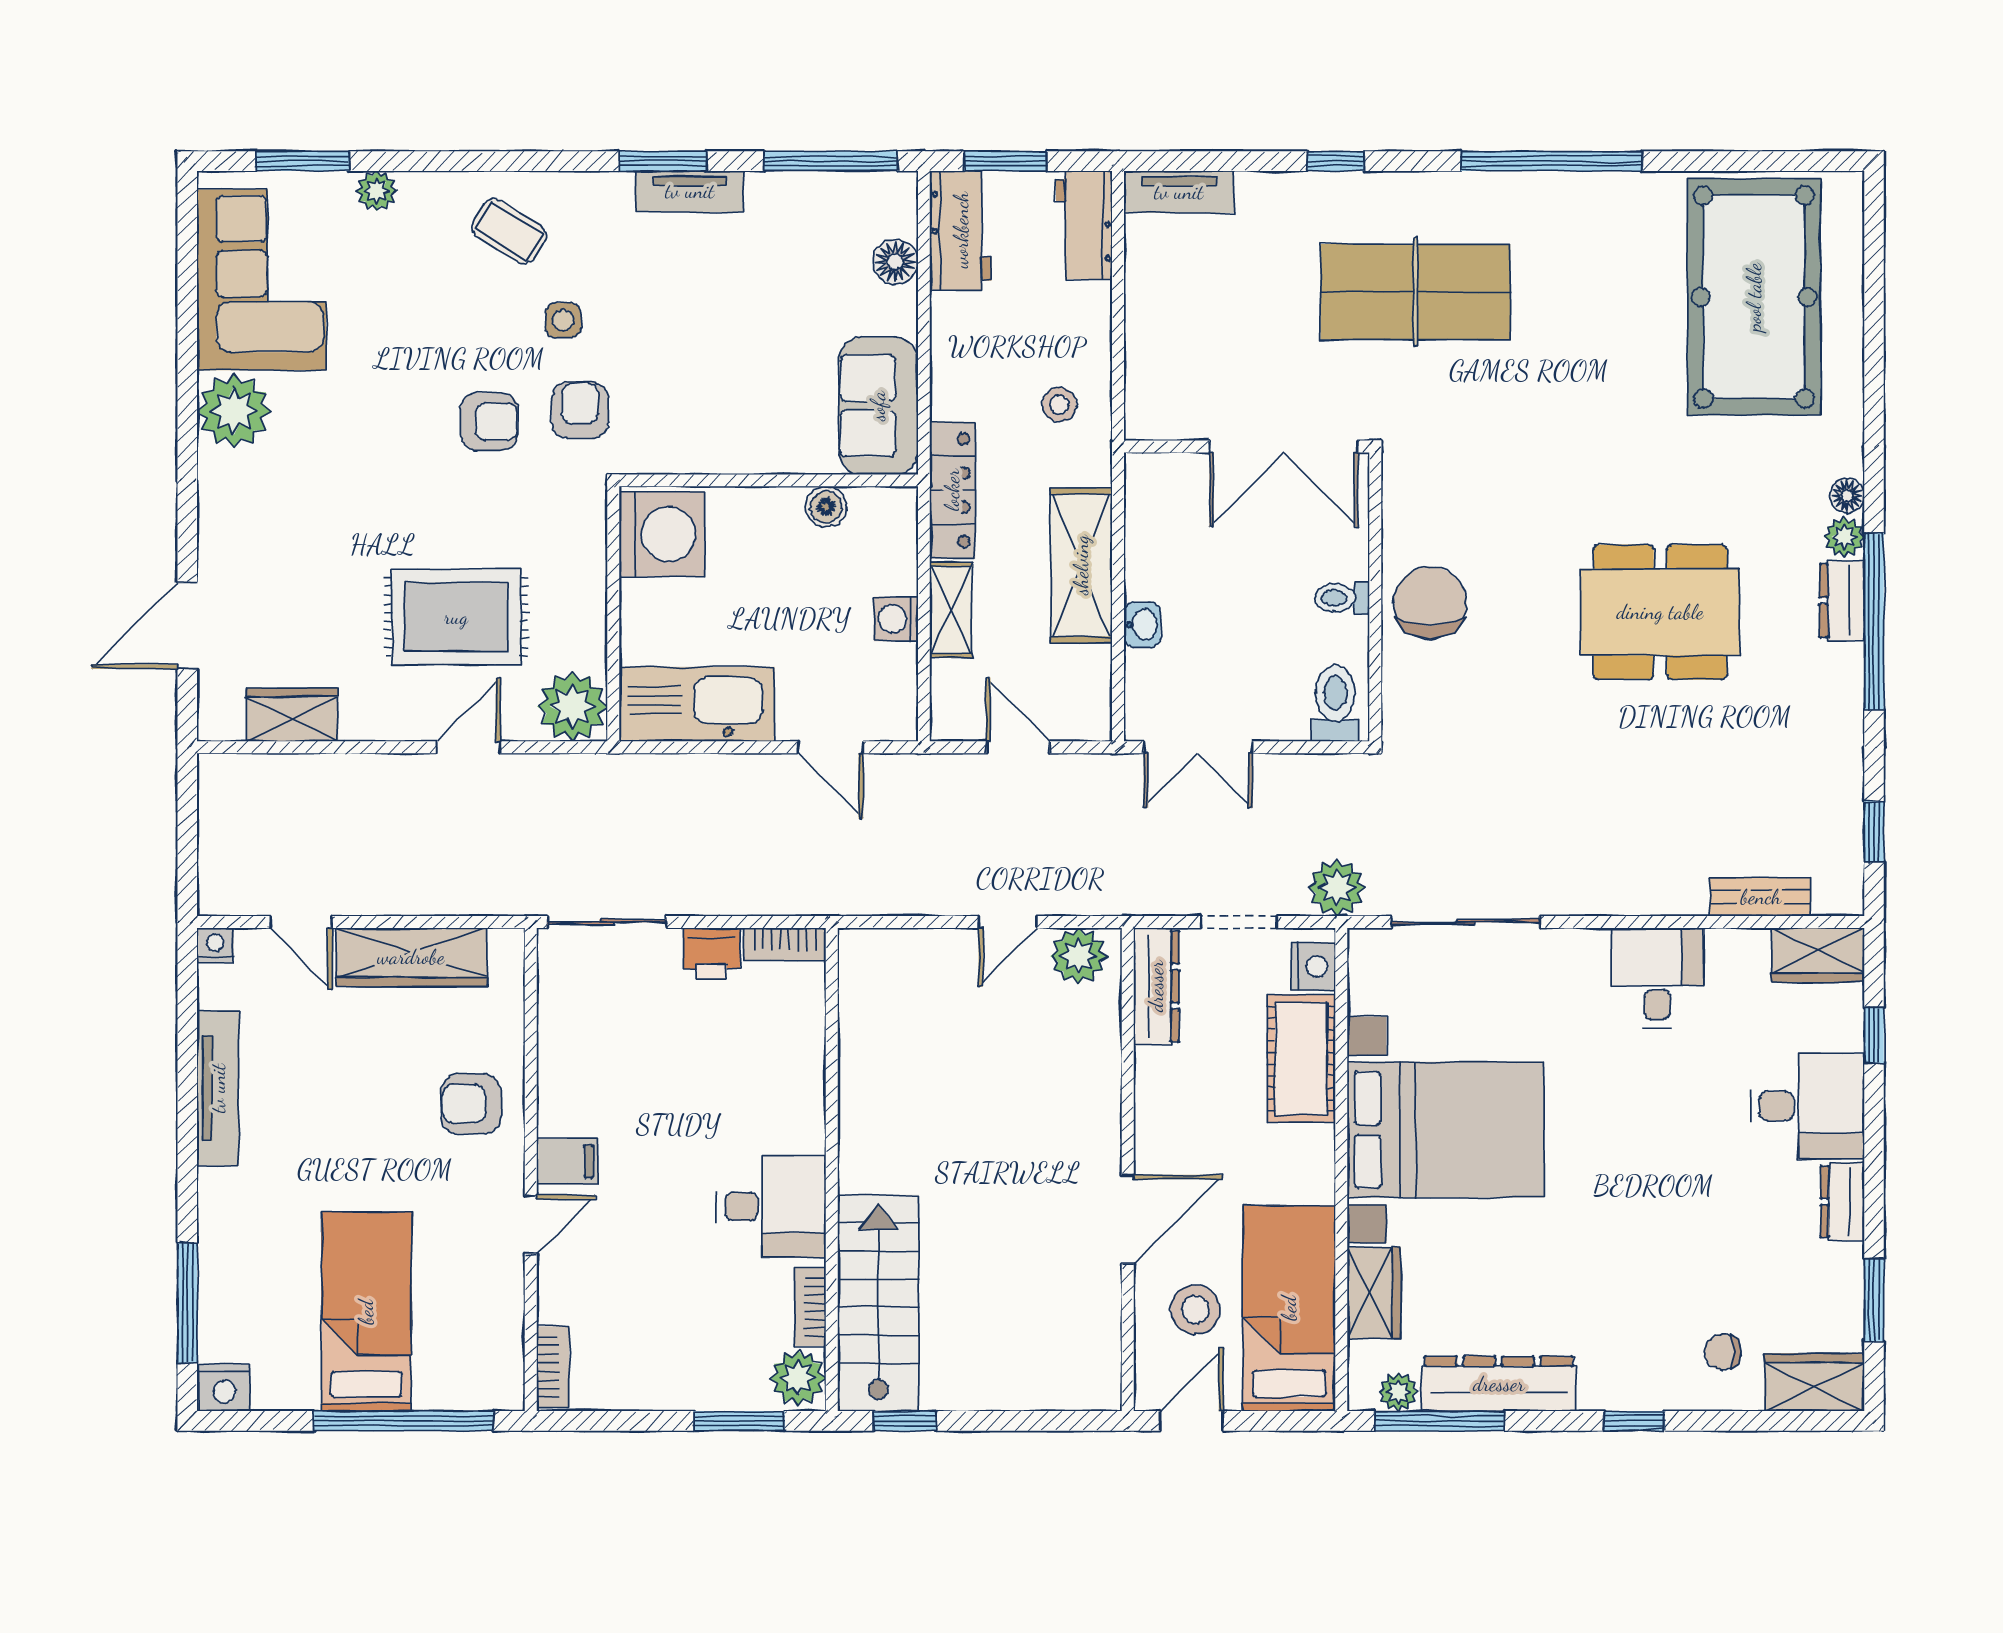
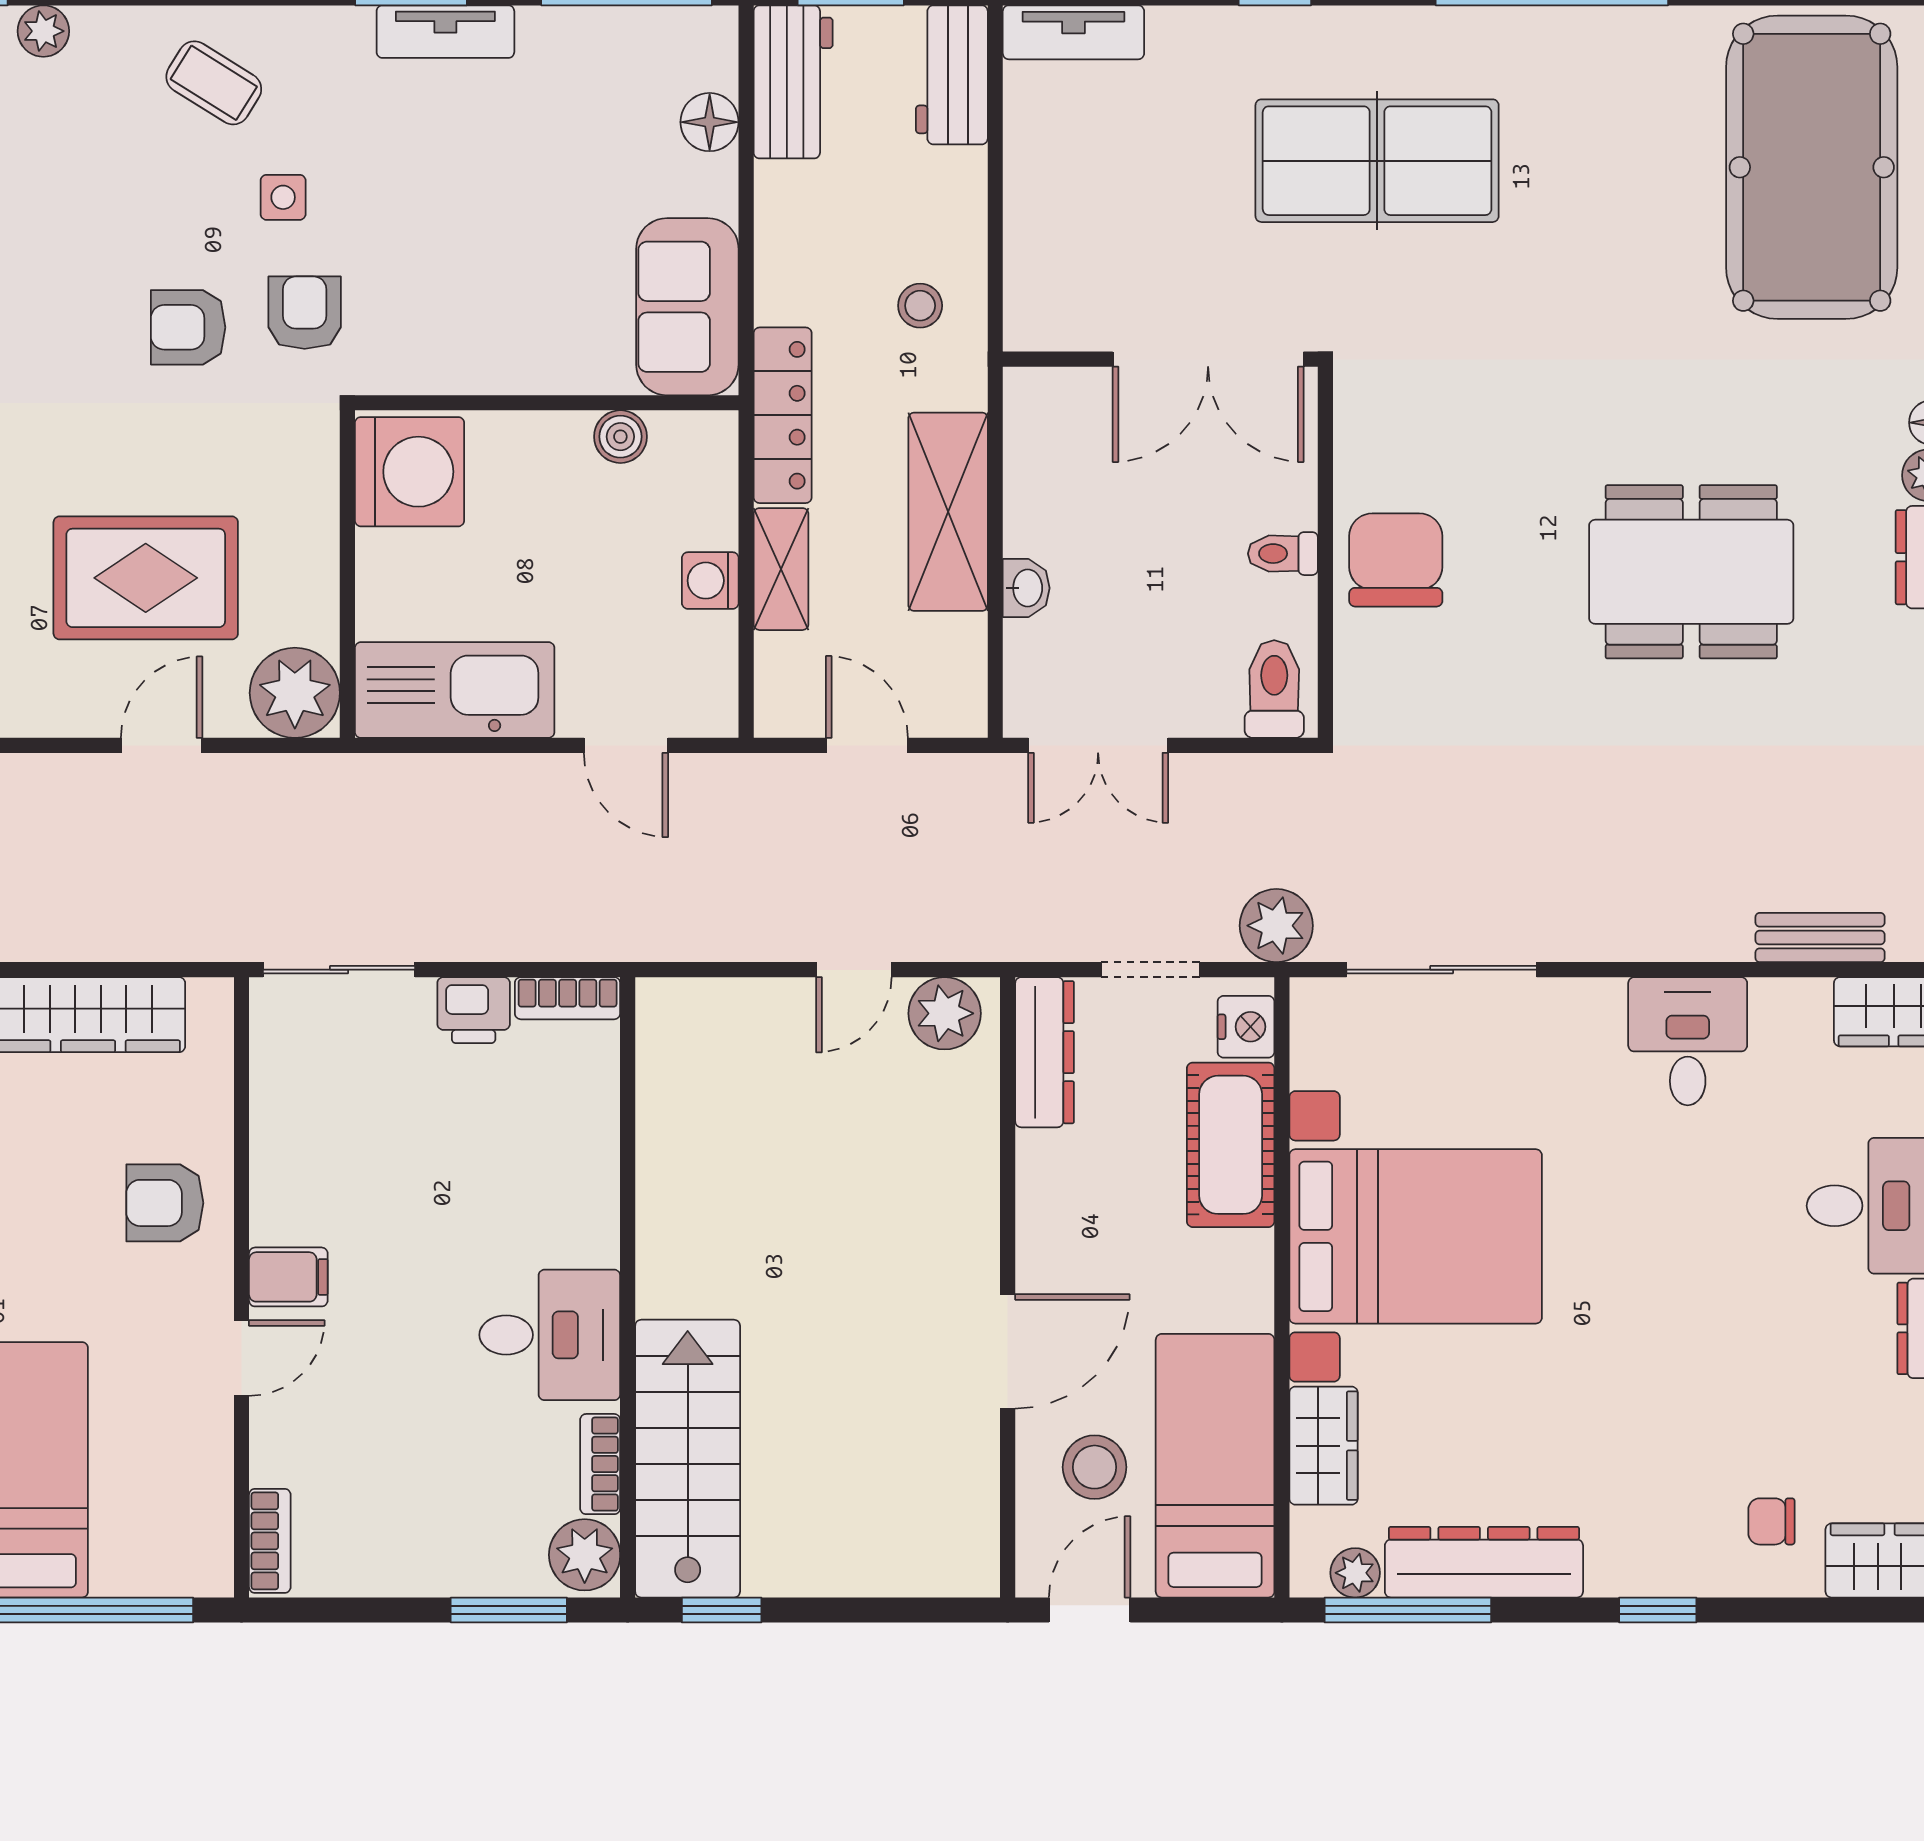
armchair: (489, 422) -> (188, 327), turned 180

